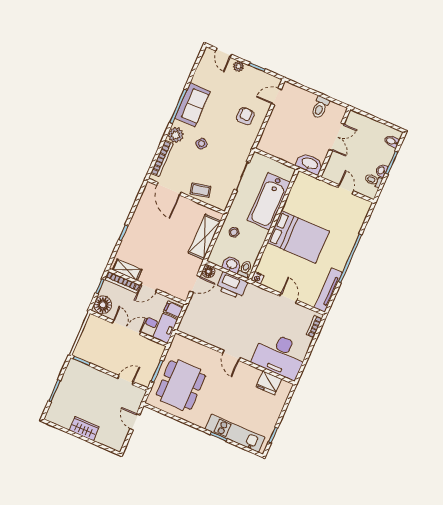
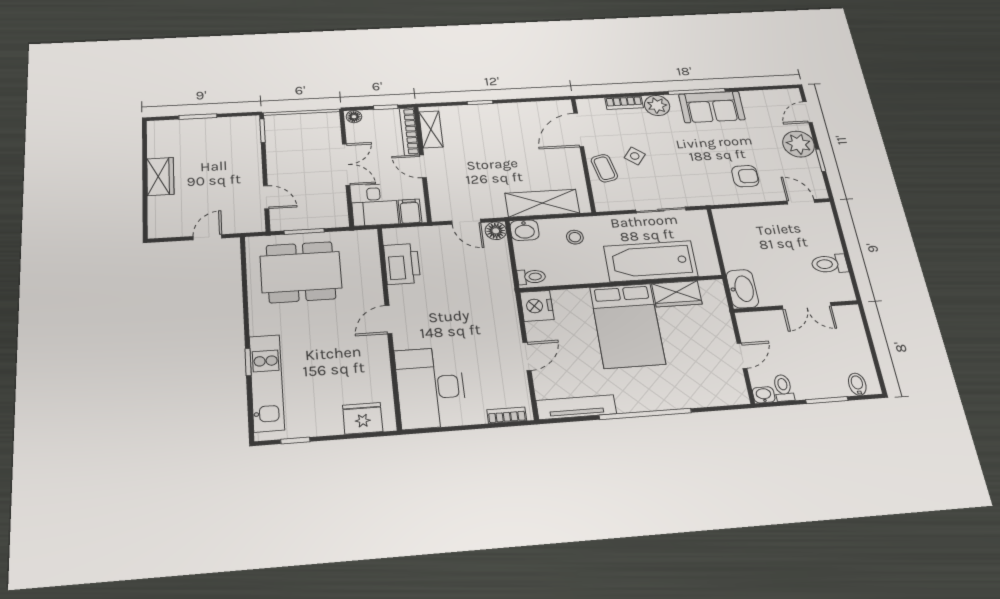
plant: (239, 66) -> (799, 144), width x1.88, depth x1.88
side table: (202, 144) -> (635, 156), moved
bookcase: (162, 158) -> (624, 103), width x0.64
washbasin: (381, 171) -> (764, 395), moved
wardrobe: (294, 200) -> (677, 294), added
washbasin: (232, 264) -> (525, 230), moved, turned 90
nightstand: (257, 278) -> (537, 306), width x1.89, depth x1.79
printer: (232, 285) -> (402, 264), moved, turned 180
floor lamp: (103, 305) -> (354, 117), width x0.53, depth x0.53
fridge: (269, 383) -> (363, 418), moved, turned 90

